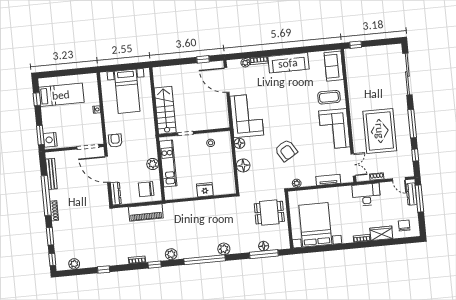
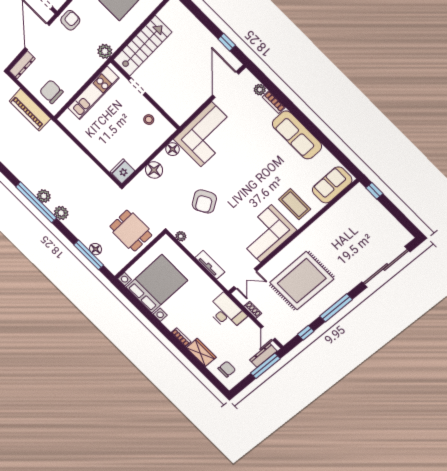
plant: (153, 164) -> (105, 51), moved
fridge: (205, 190) -> (122, 171), moved, turned -90
plant: (171, 254) -> (44, 196), moved

